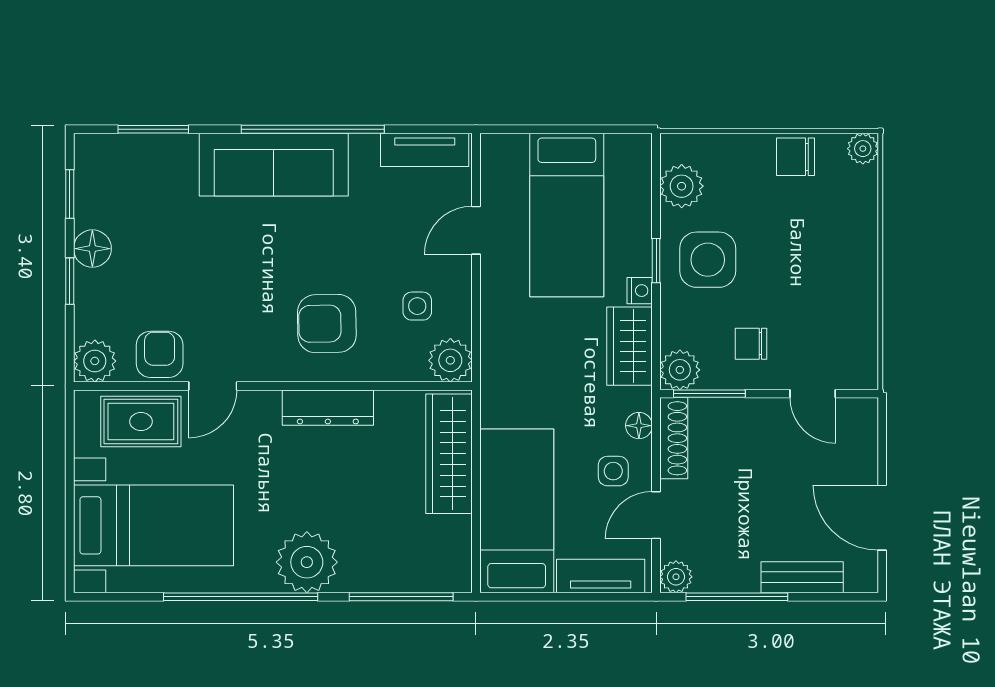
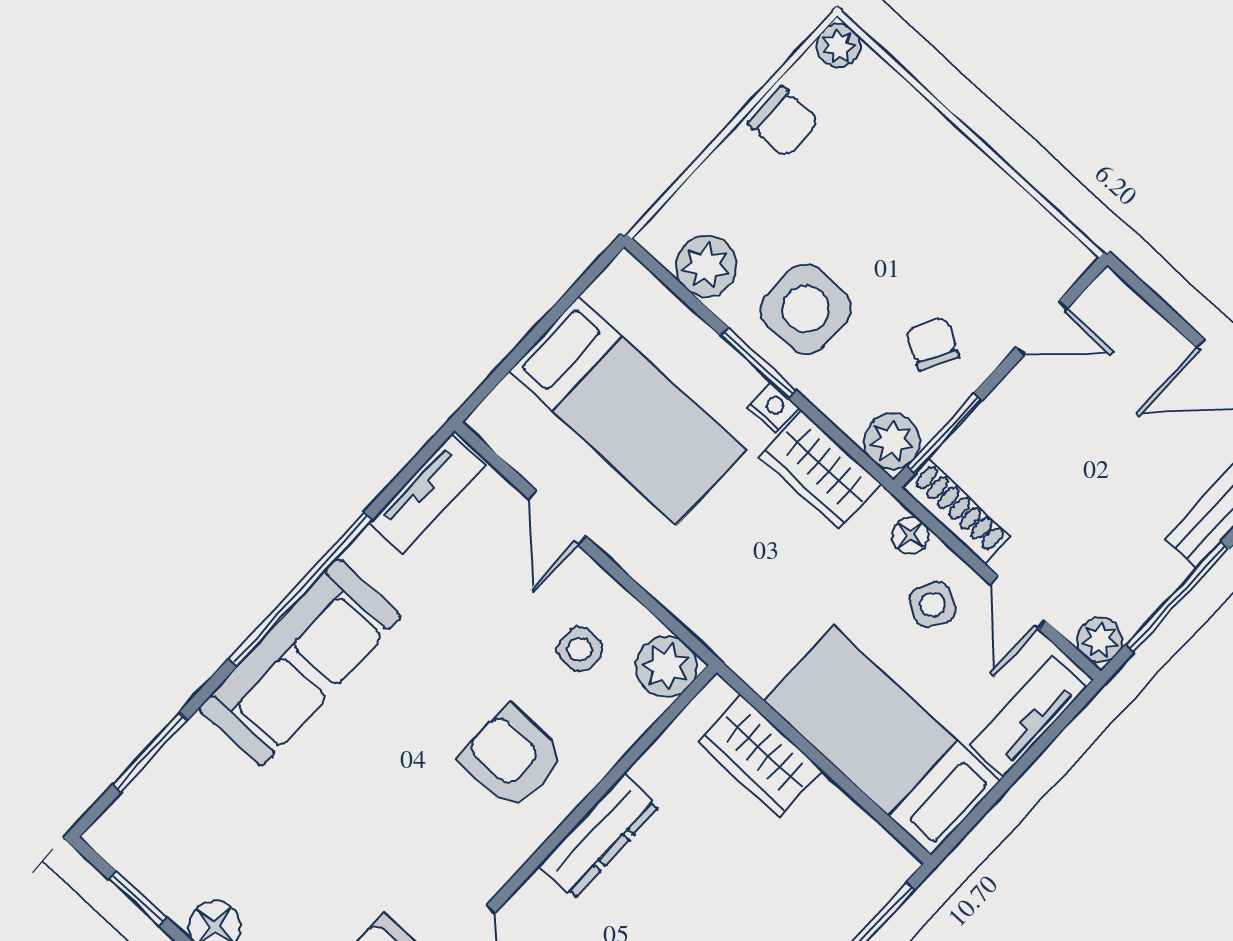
chair: (796, 157) -> (783, 122), turned -90
window: (656, 261) -> (758, 363), width x1.50
armchair: (327, 324) -> (512, 758), turned 91
chair: (751, 344) -> (932, 344), turned 119
wardrobe: (449, 454) -> (760, 756), width x0.67
side table: (613, 471) -> (933, 605), turned 30

